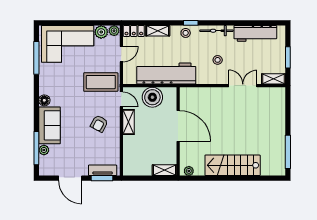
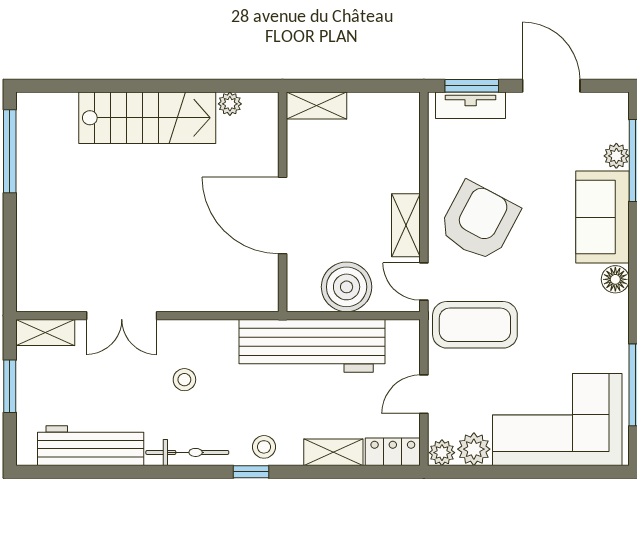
armchair: (99, 124) -> (479, 221), width x1.88, depth x1.88
plant: (189, 171) -> (230, 104), moved

